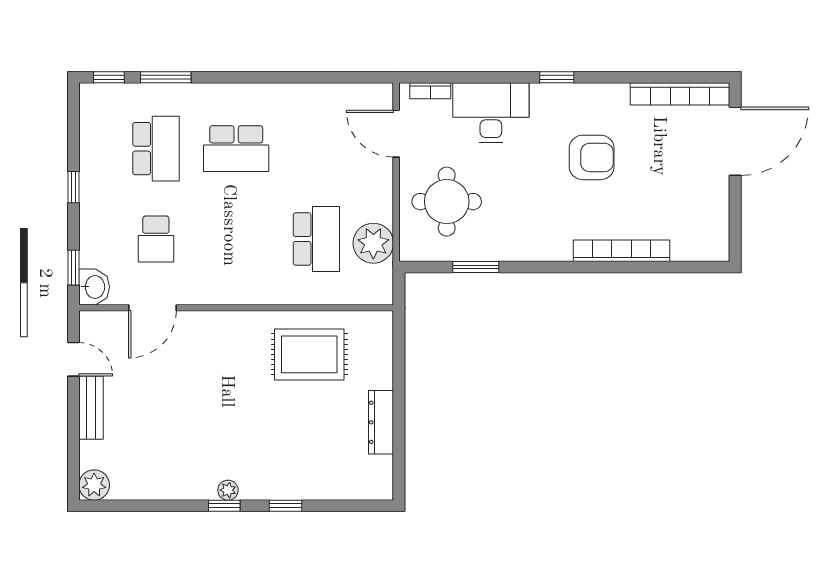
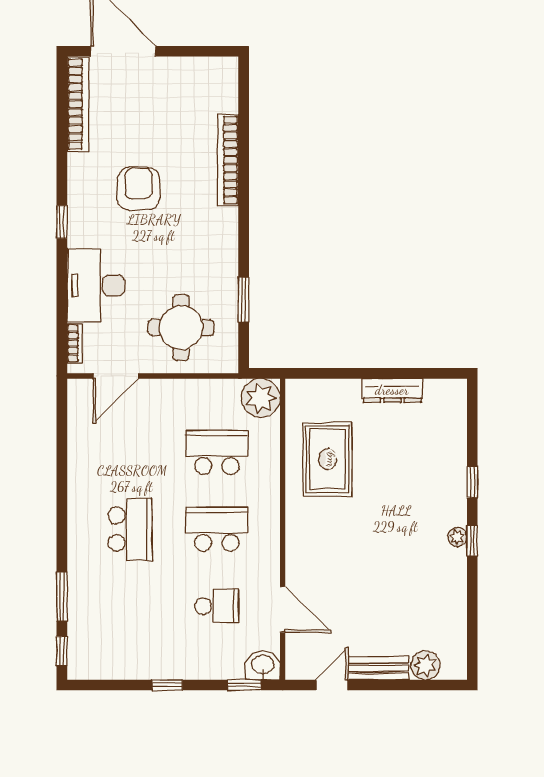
school desk: (156, 149) -> (217, 529), moved
plant: (373, 243) -> (261, 398), moved
plant: (94, 485) -> (425, 665), moved

